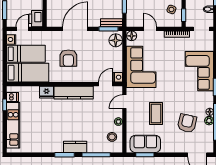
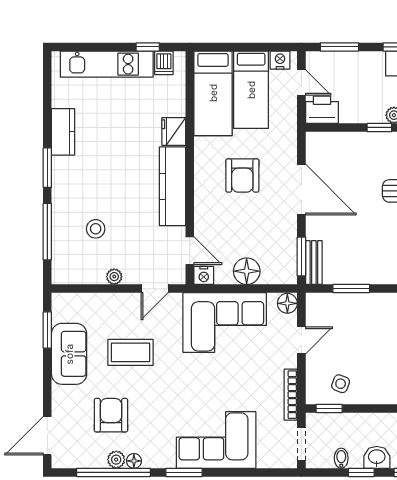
floor lamp: (116, 40) -> (247, 271), moved
armchair: (68, 58) -> (242, 176), turned -90
door: (124, 102) -> (155, 289), swing flipped
armchair: (187, 123) -> (111, 415), turned -103
stool: (112, 137) -> (96, 229), moved
sofa: (145, 144) -> (69, 354), moved
kitchen counter: (75, 147) -> (63, 132), moved

